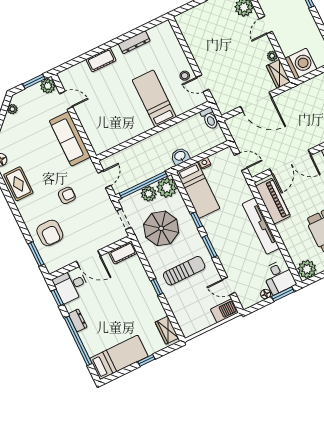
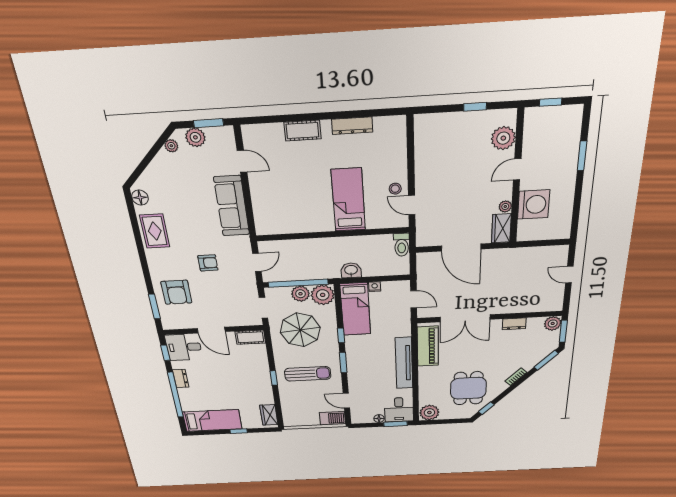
washing machine: (301, 64) -> (534, 204), moved
plant: (48, 86) -> (195, 137), moved

